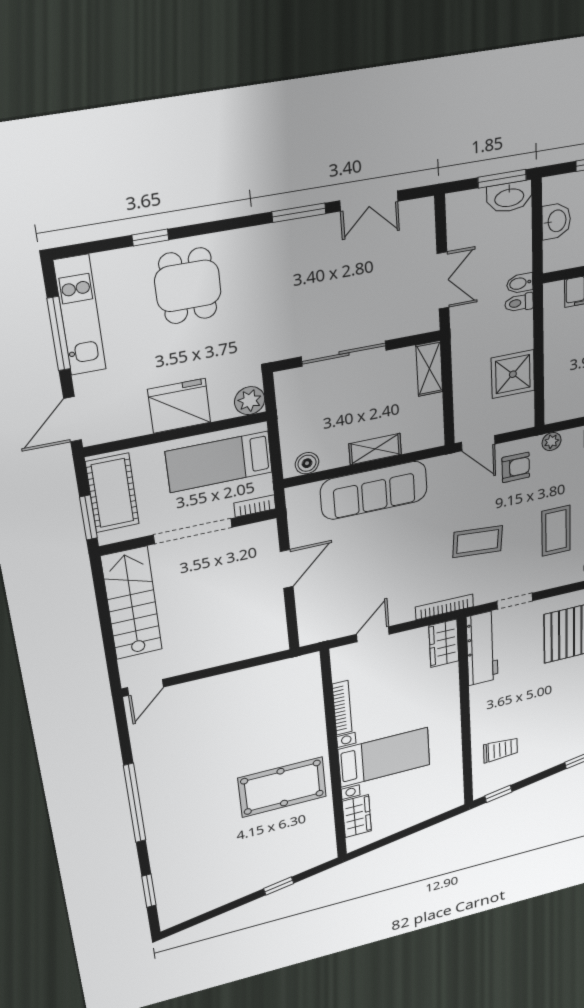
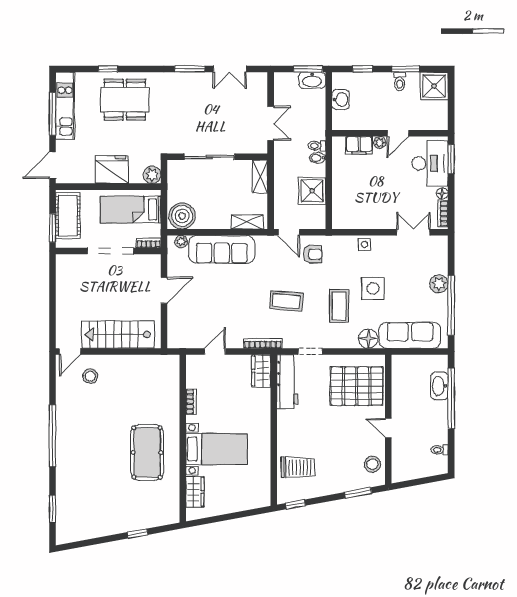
bidet: (520, 283) -> (317, 158), moved
dining table: (188, 286) -> (125, 100), width x1.38
plant: (552, 441) -> (181, 241), moved
shelving: (375, 449) -> (247, 222), moved
boiler: (307, 463) -> (182, 216), width x1.86, depth x1.86
stairs: (132, 603) -> (118, 335), moved, turned -90
bookcase: (342, 708) -> (191, 402), width x0.64
stool: (183, 712) -> (90, 376), added
trolley: (500, 750) -> (298, 467), width x1.36, depth x1.39
pool table: (282, 787) -> (147, 452), turned 90

